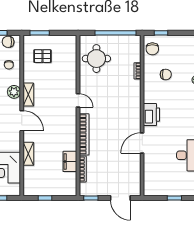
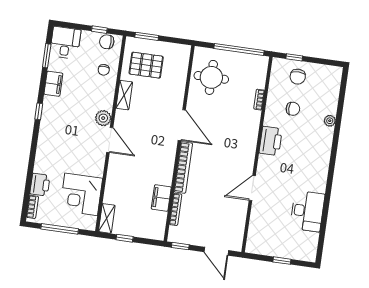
chair: (152, 49) -> (298, 77), moved
pallet: (42, 56) -> (146, 65), width x1.50, depth x1.42
plant: (14, 92) -> (103, 118), moved
shelving: (28, 95) -> (124, 95), moved
door: (78, 100) -> (182, 125), width x1.87
printer: (151, 115) -> (271, 141), moved
shelving: (28, 154) -> (107, 218), moved

